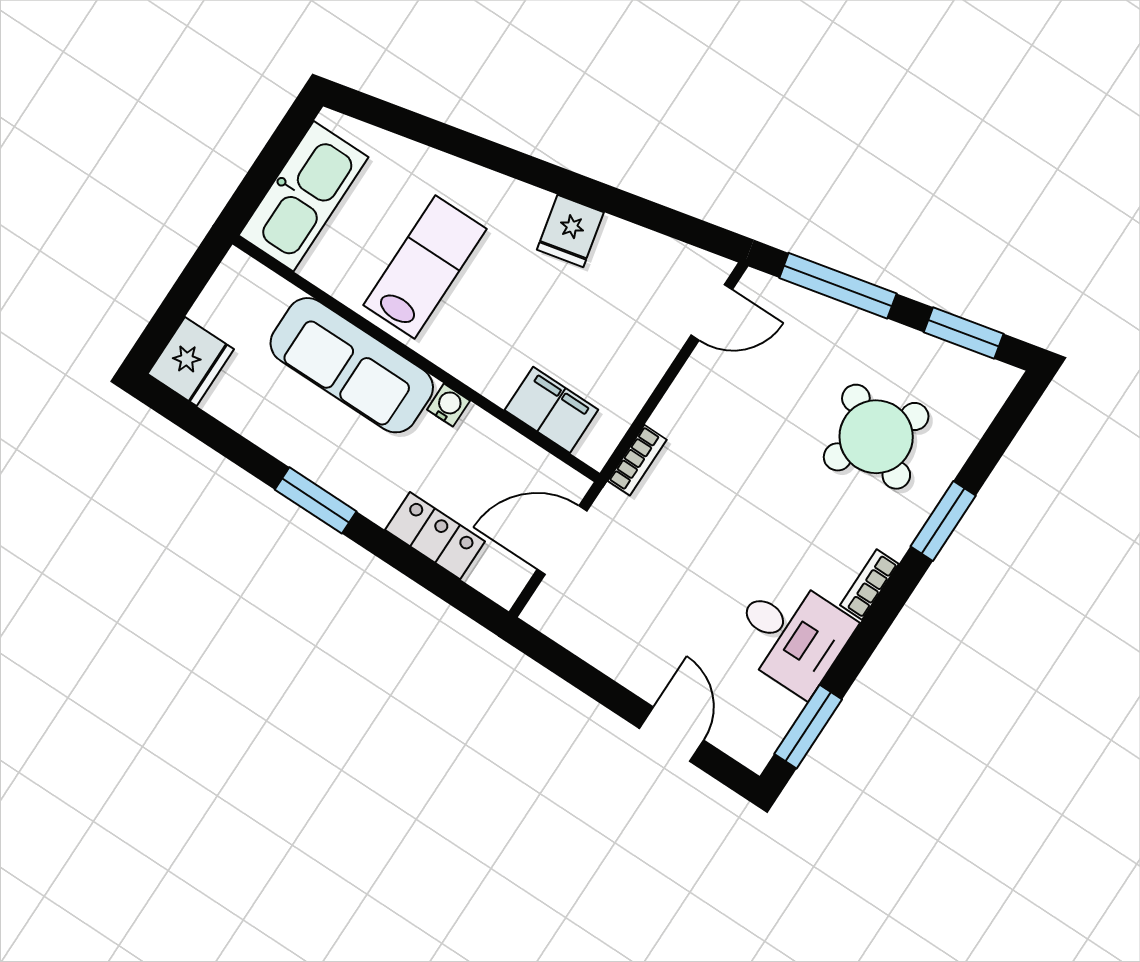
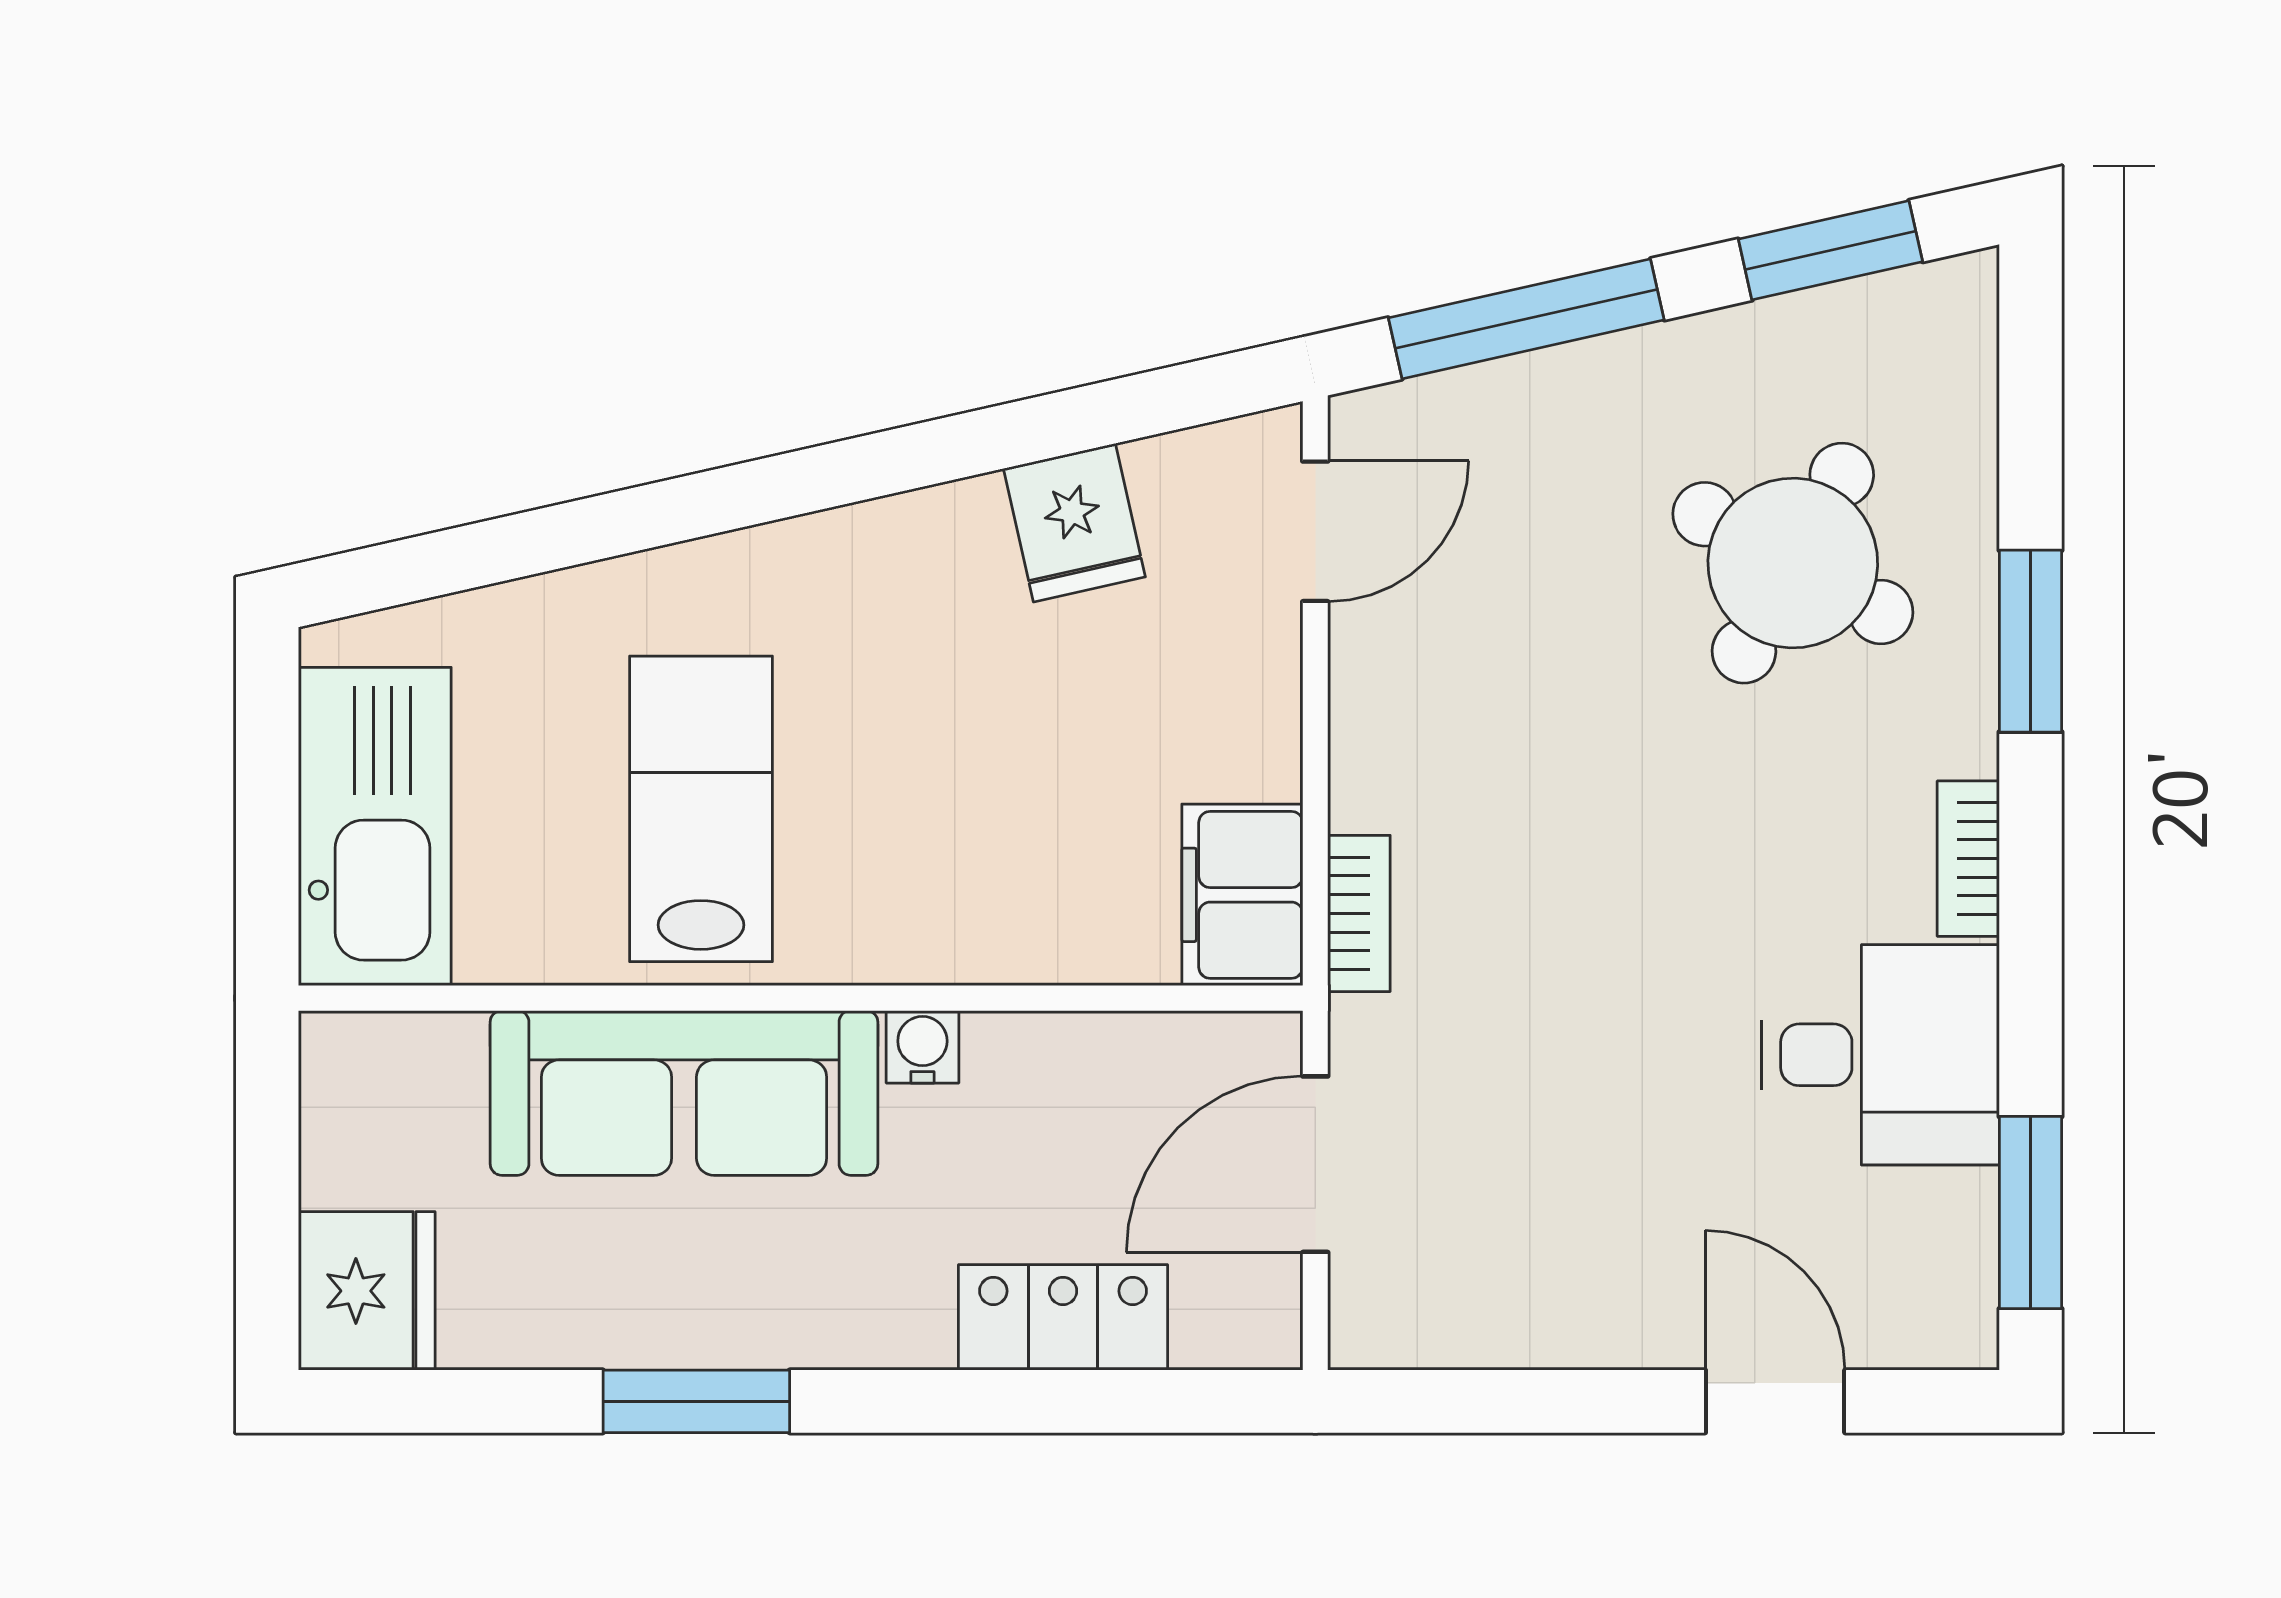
fridge: (570, 231) -> (1074, 523), moved
filing cabinet: (551, 410) -> (1242, 895), moved, turned -90
window: (316, 500) -> (696, 1401), moved

